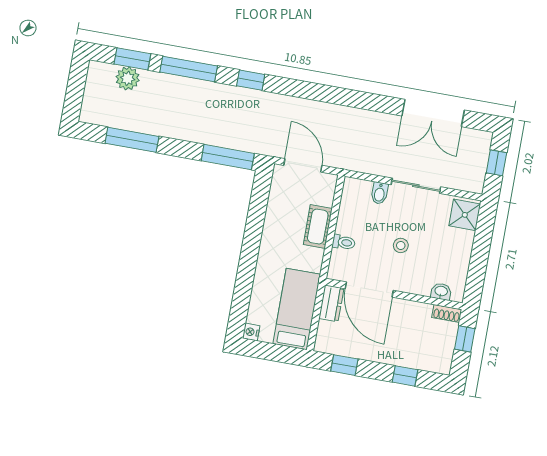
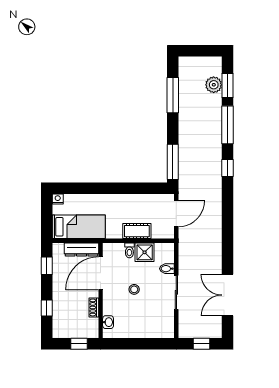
shower: (465, 215) -> (145, 252), moved
dresser: (331, 303) -> (82, 250), width x1.44
shoe rack: (447, 313) -> (94, 307), moved

